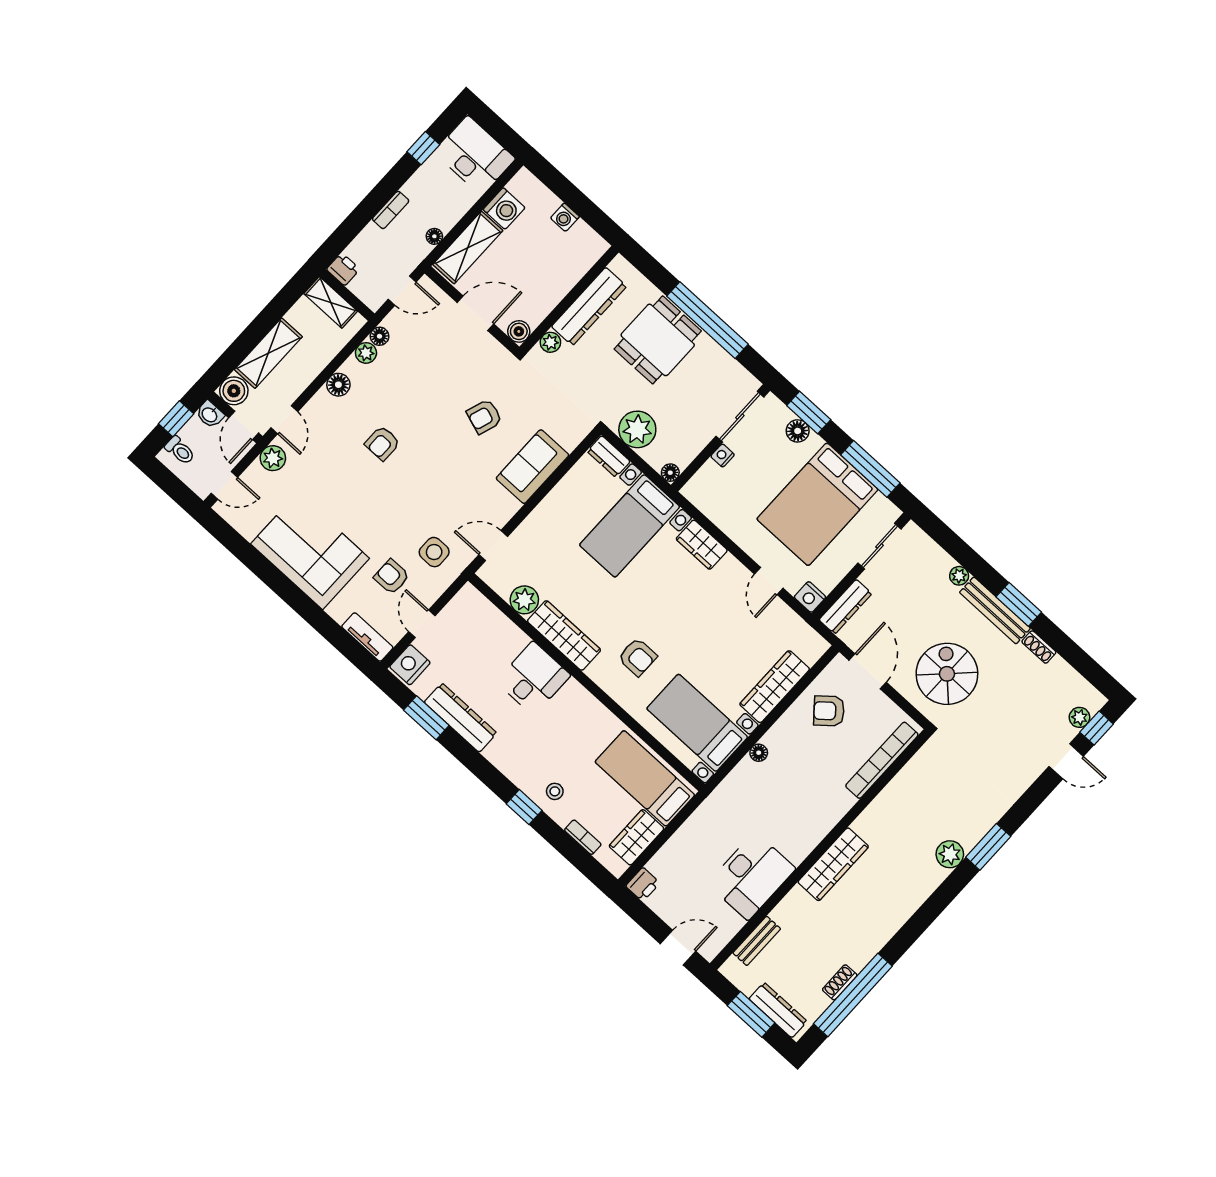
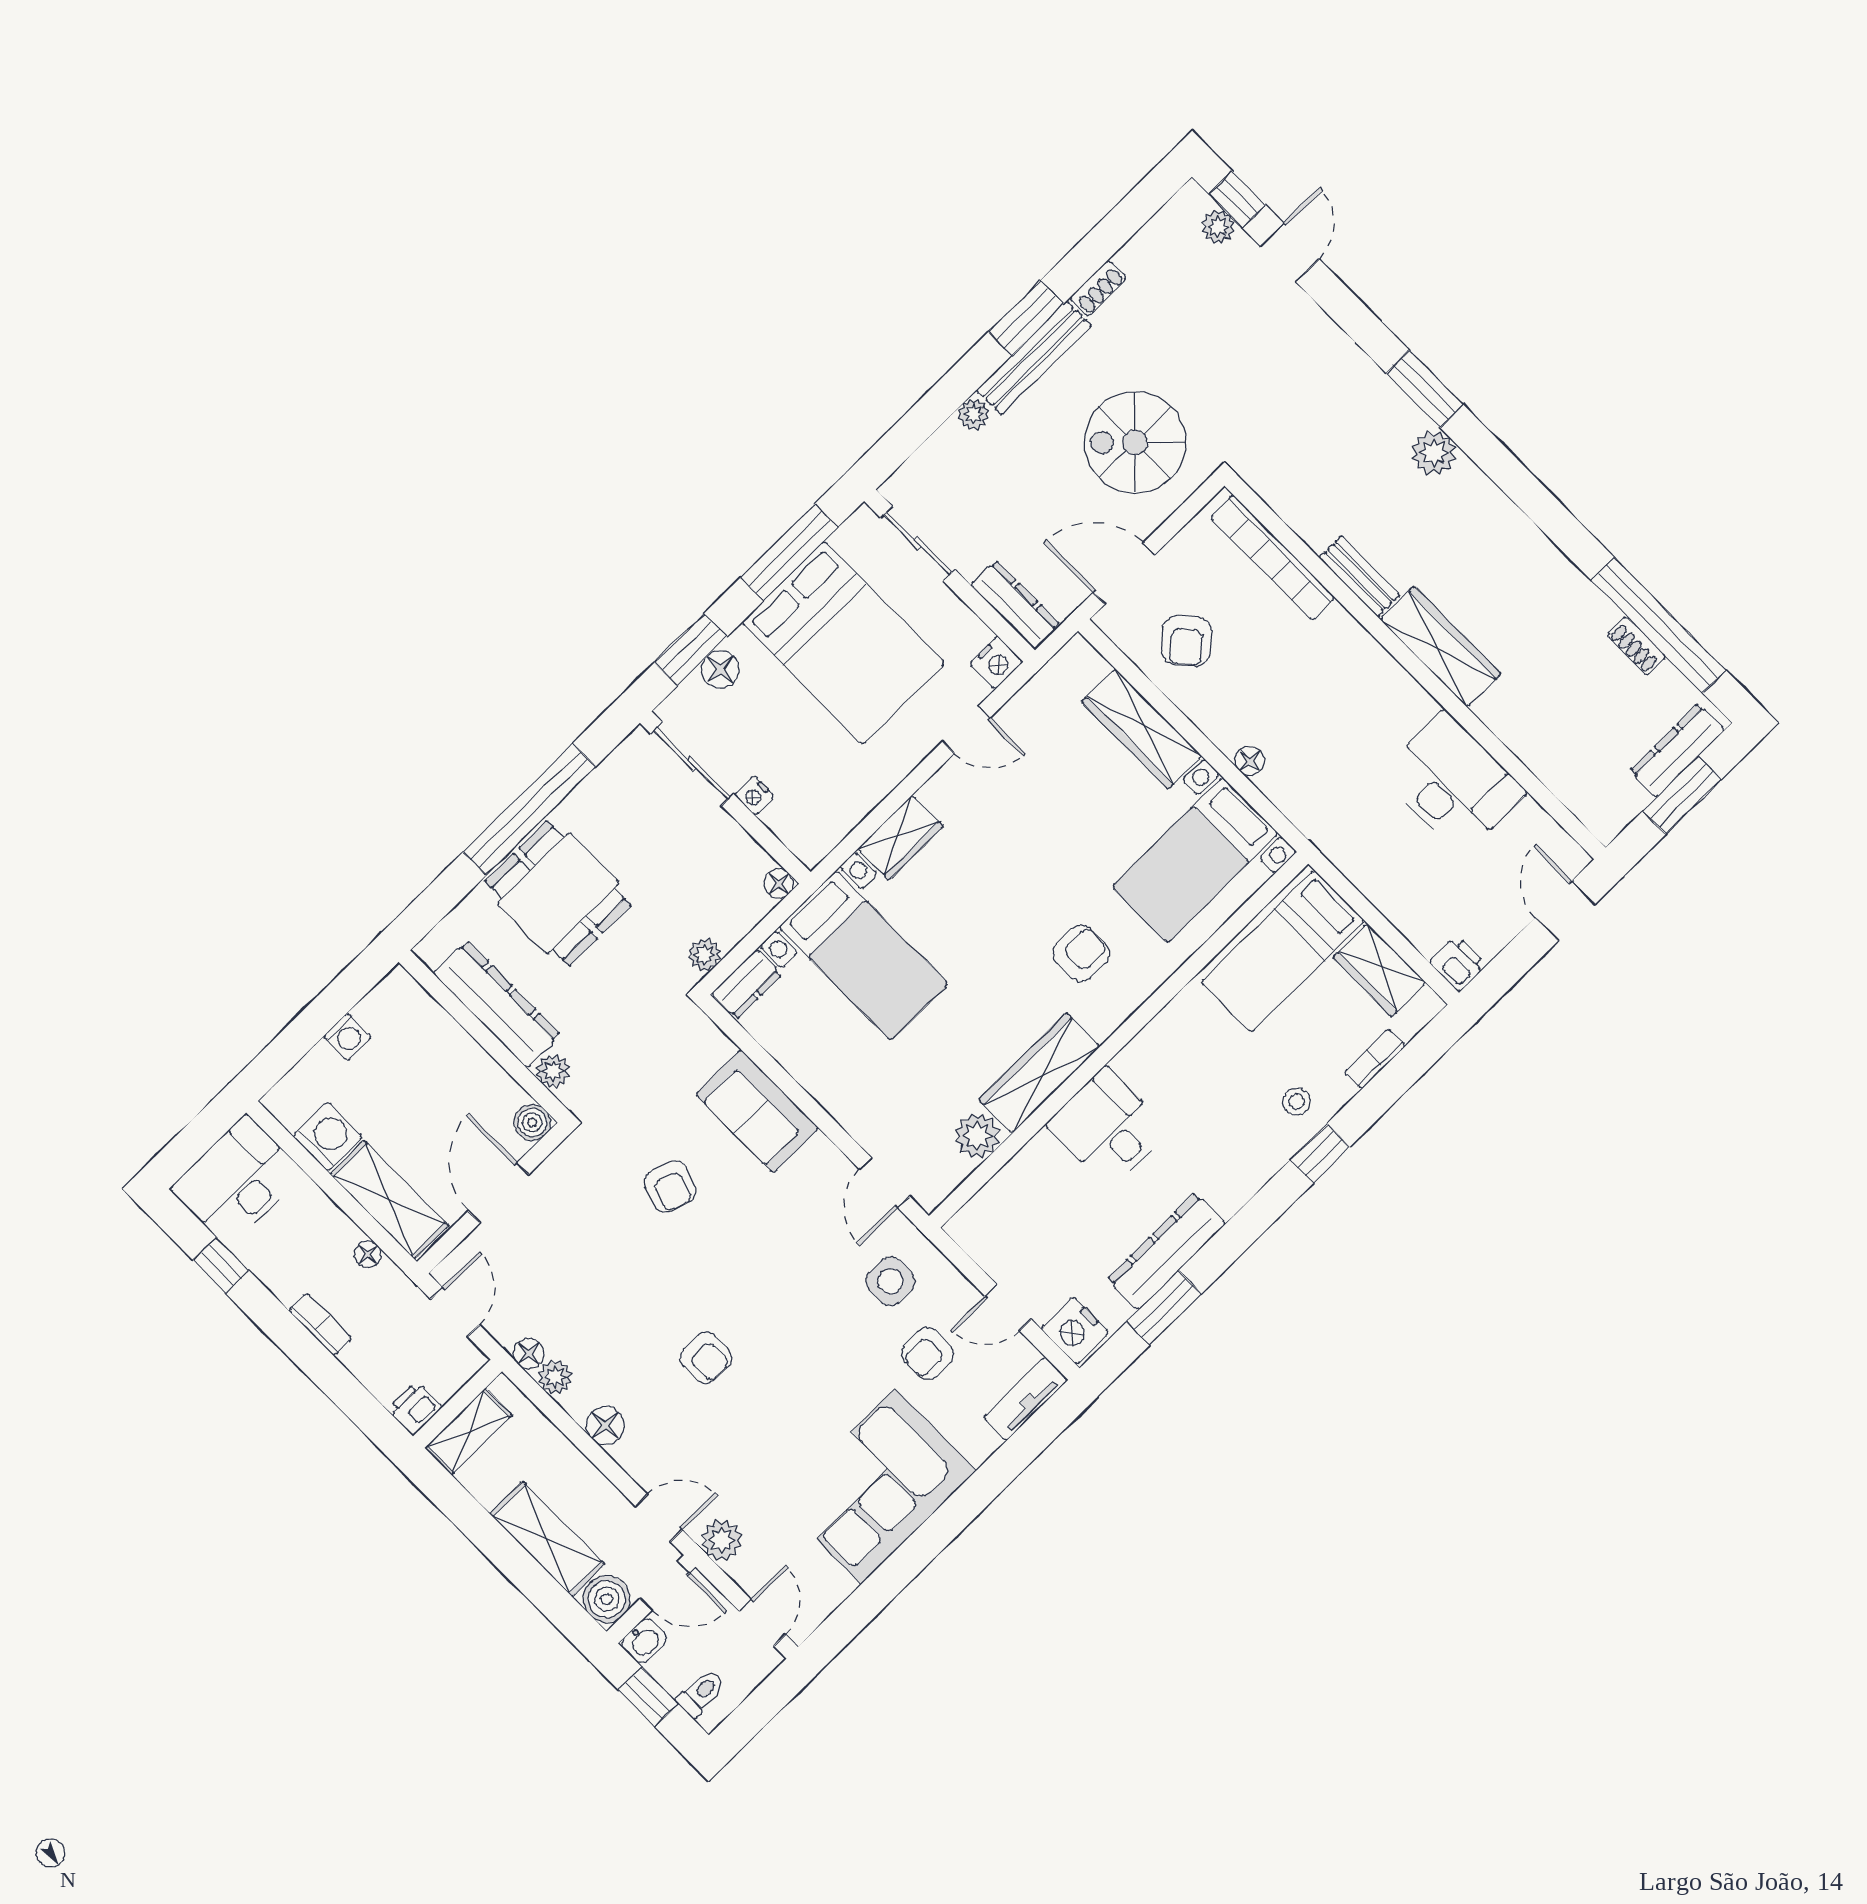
plant: (637, 429) -> (704, 955), width x0.53, depth x0.53
bench: (757, 941) -> (1360, 576), moved

